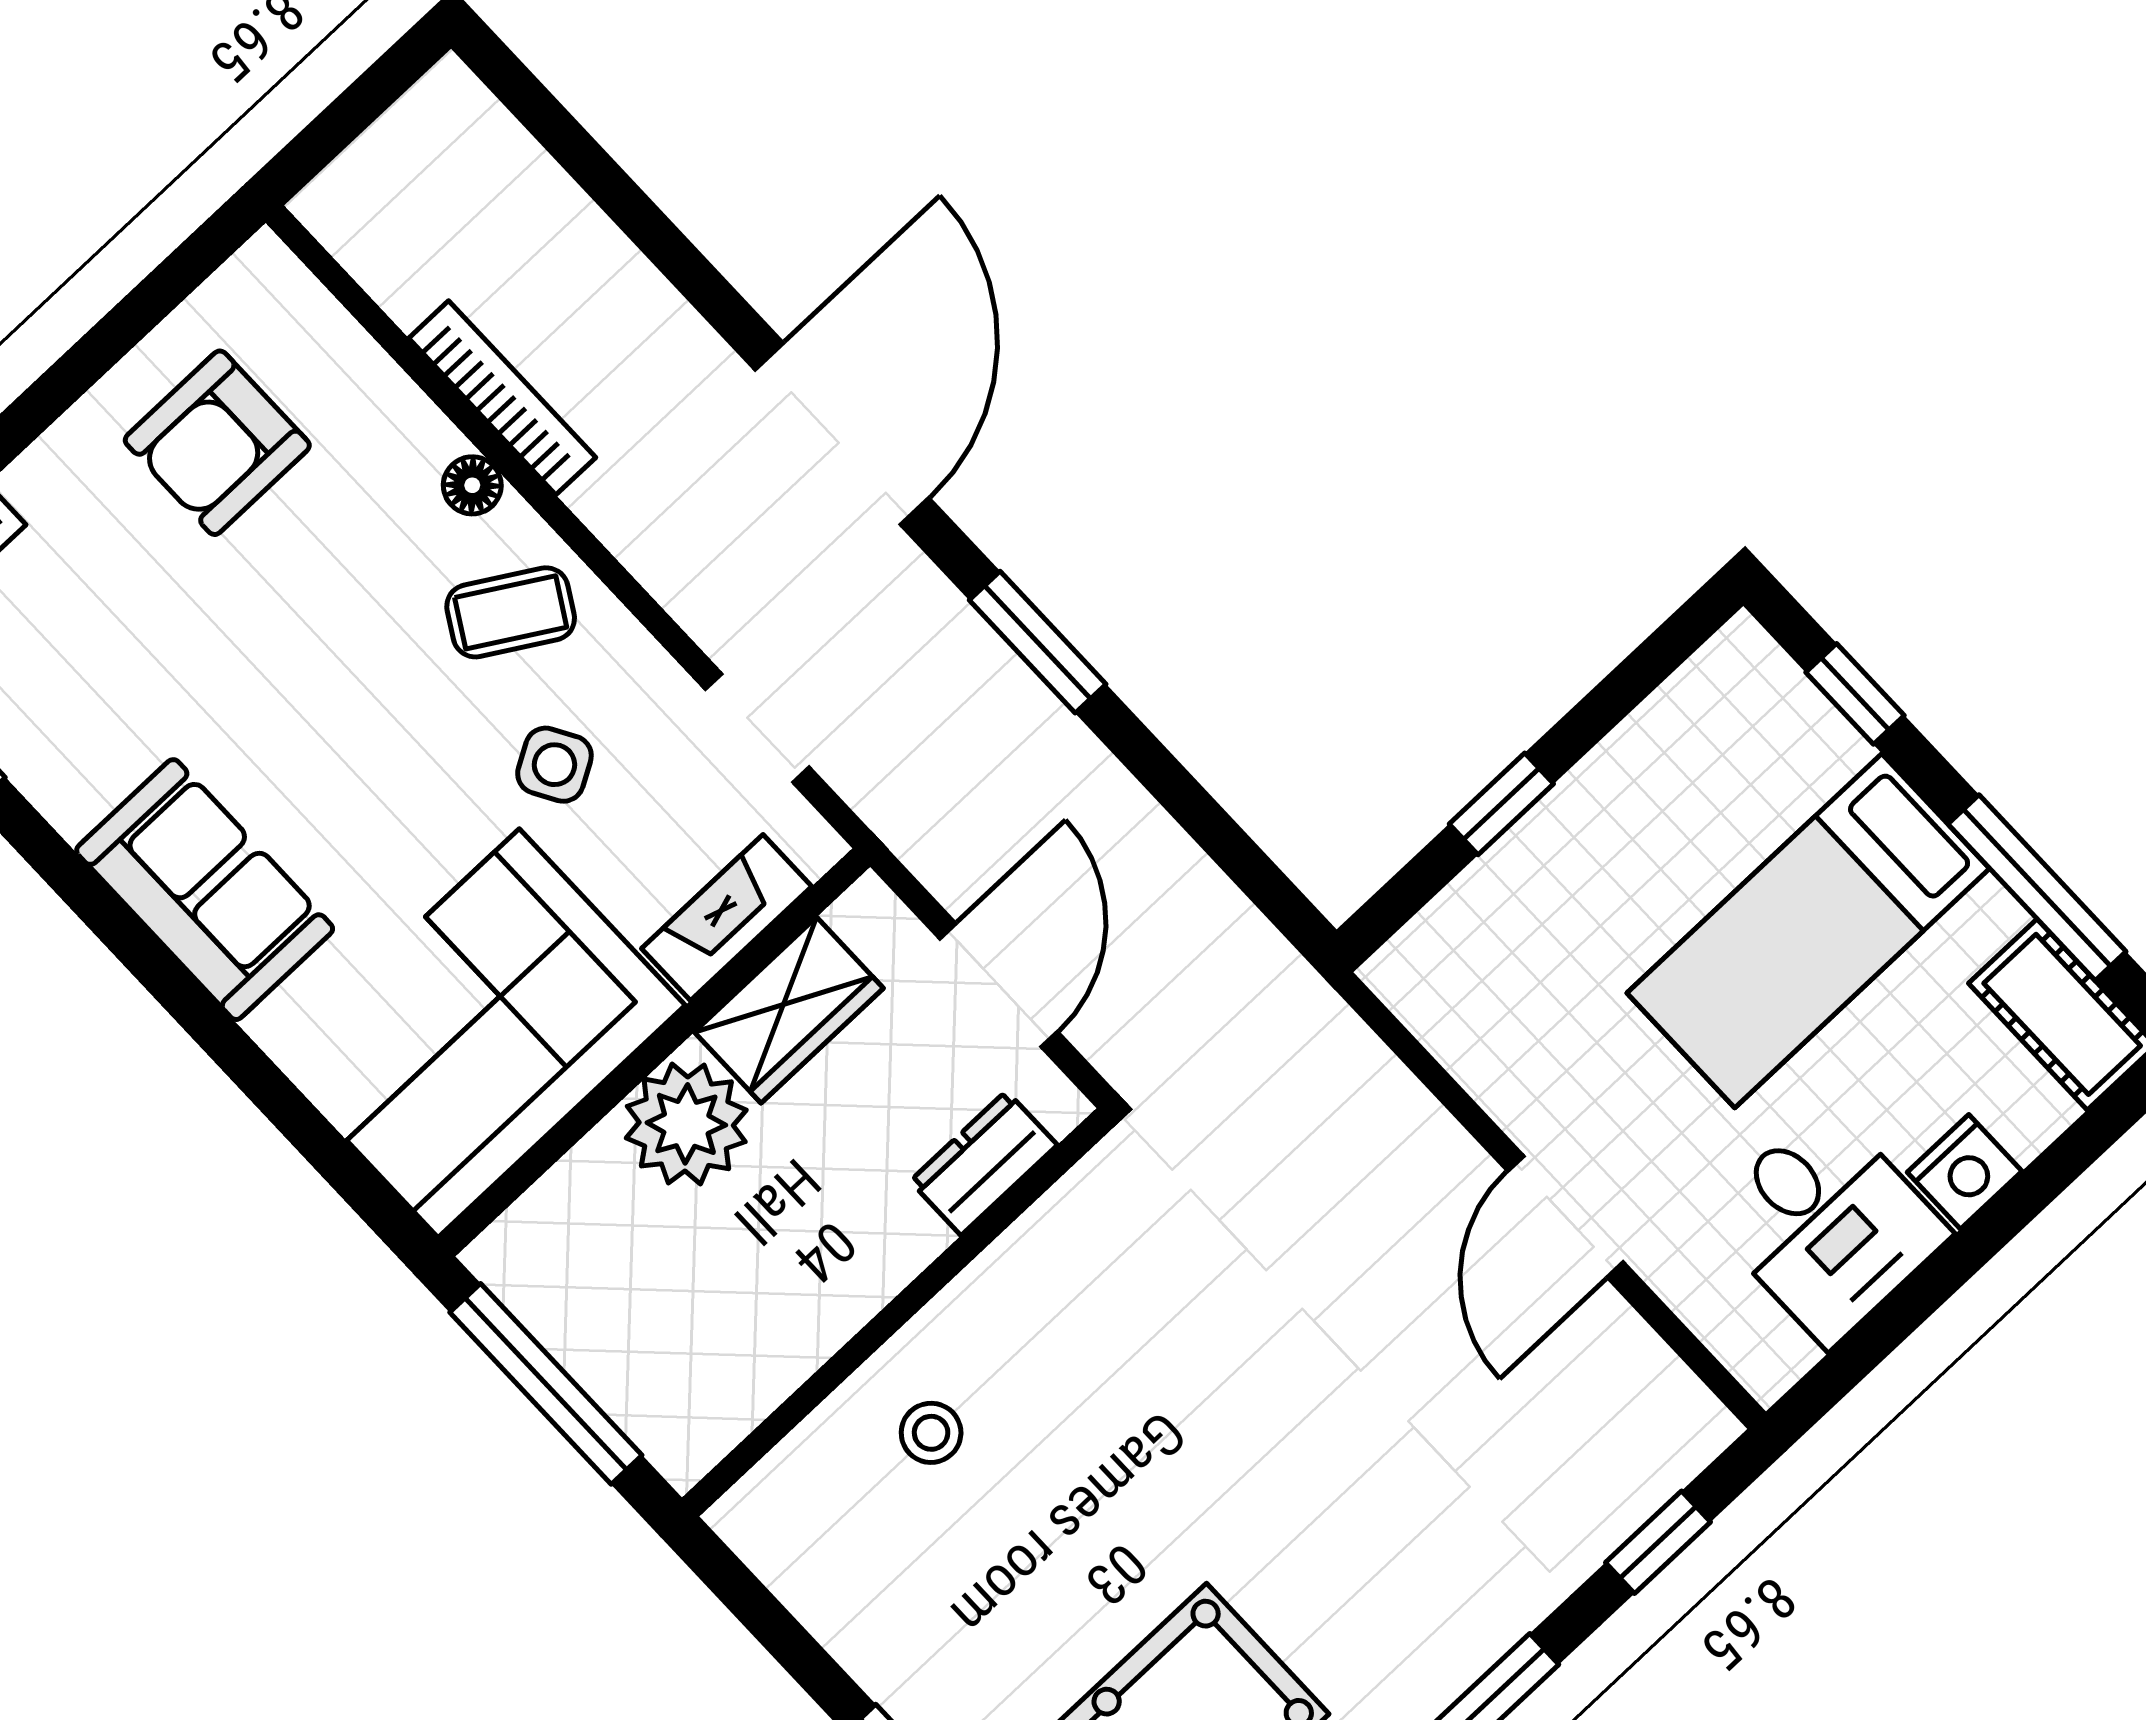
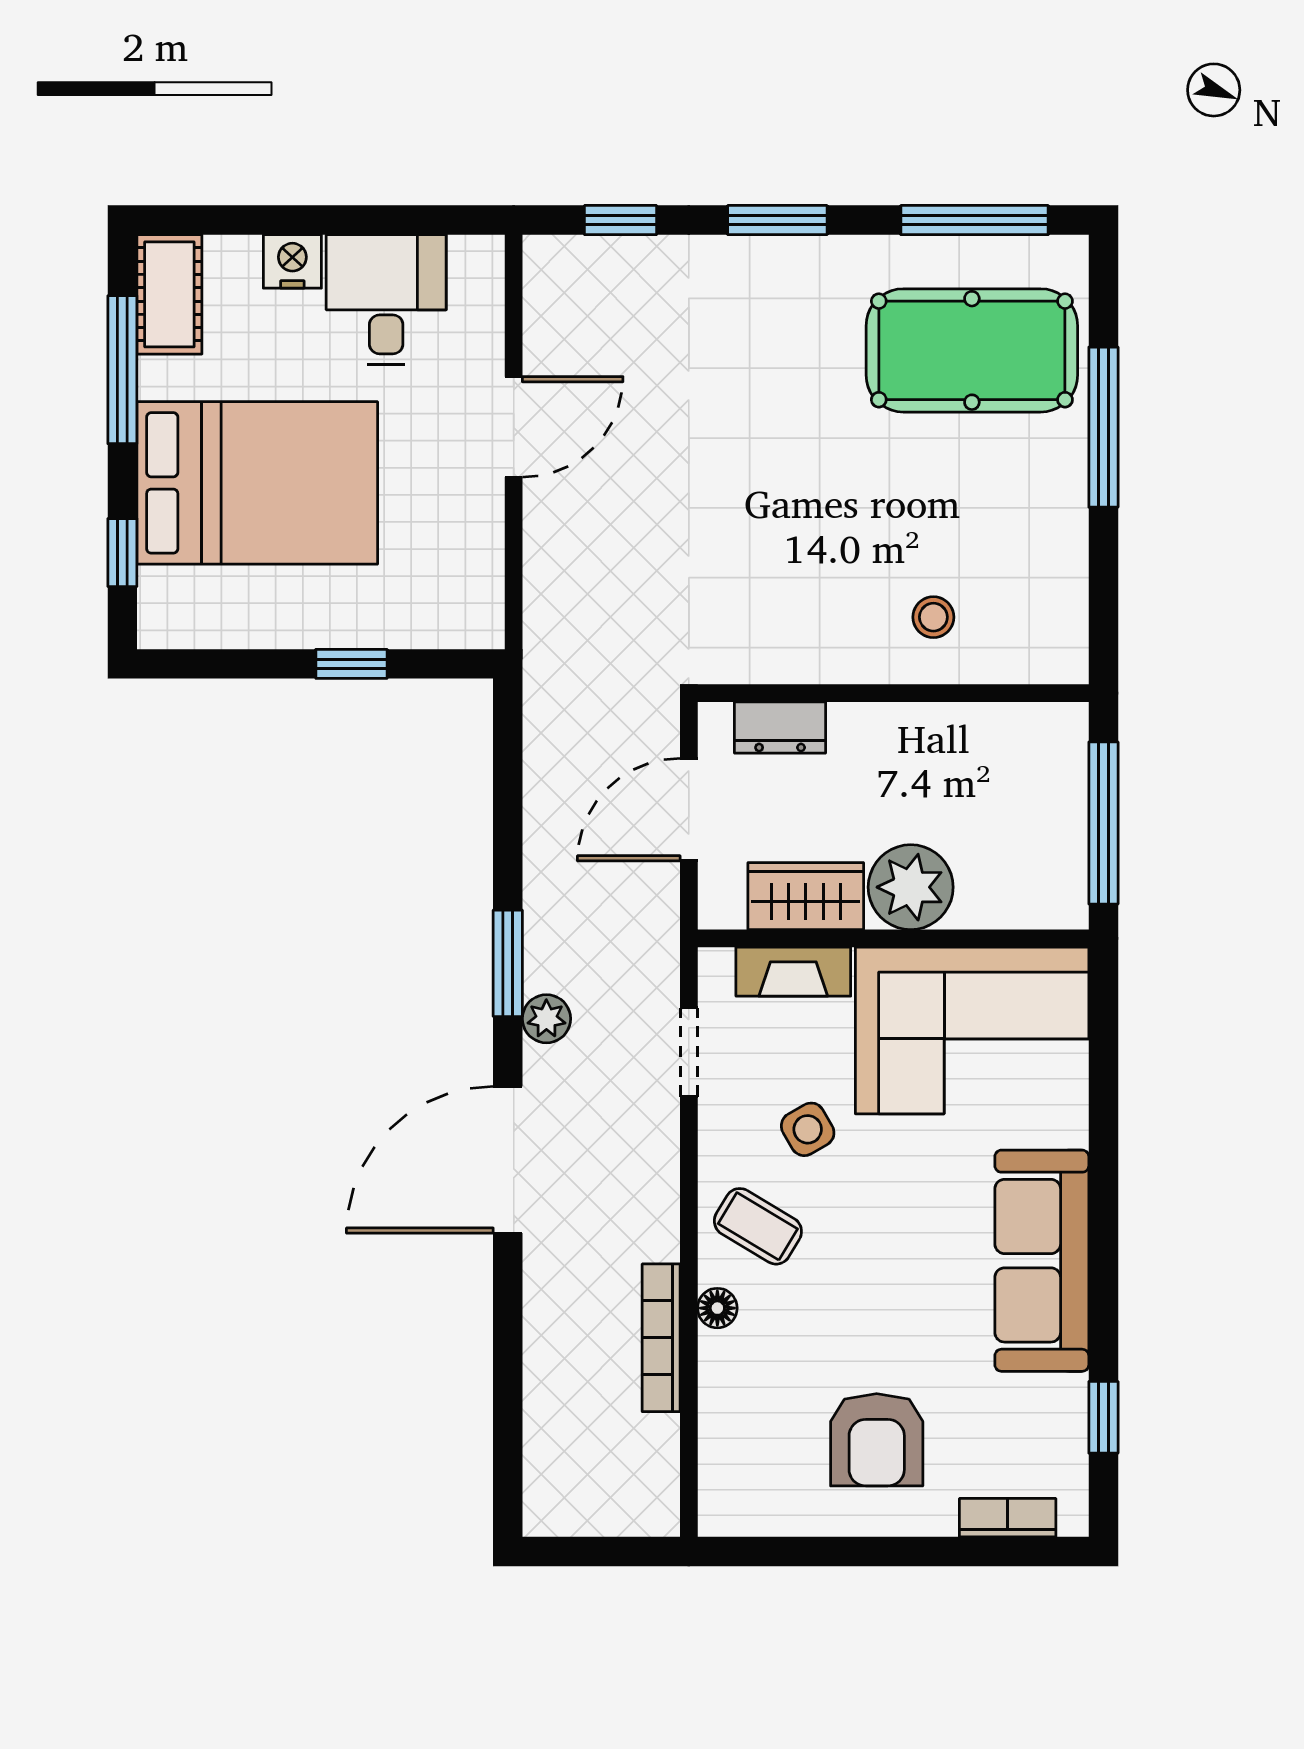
armchair: (217, 443) -> (877, 1440), moved, turned 90
plant: (941, 622) -> (546, 1019), added
sofa: (205, 890) -> (1042, 1261), width x1.36
bed: (1808, 931) -> (257, 483), width x1.50

